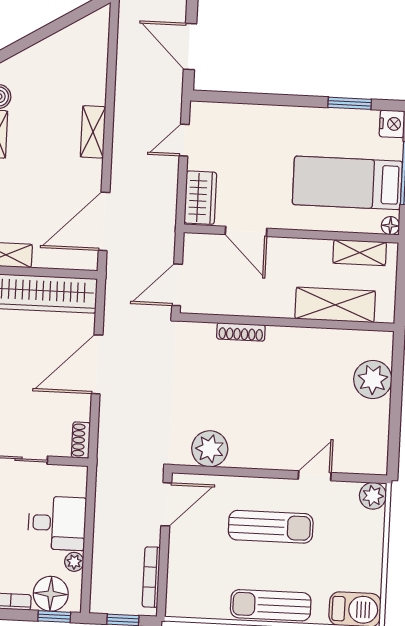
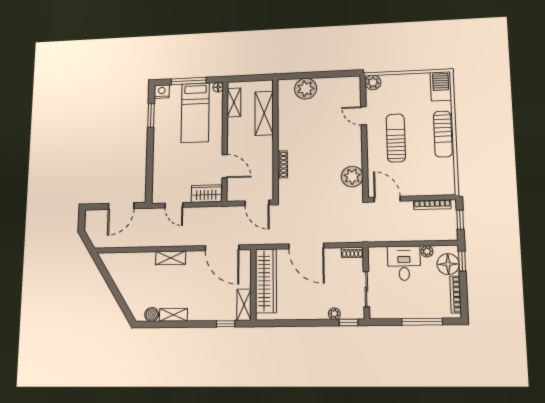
door: (246, 231) -> (225, 166), hinge flipped

